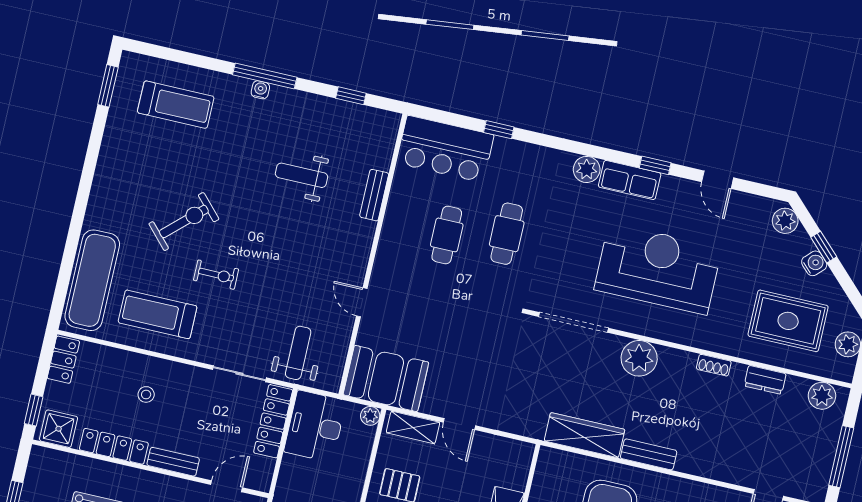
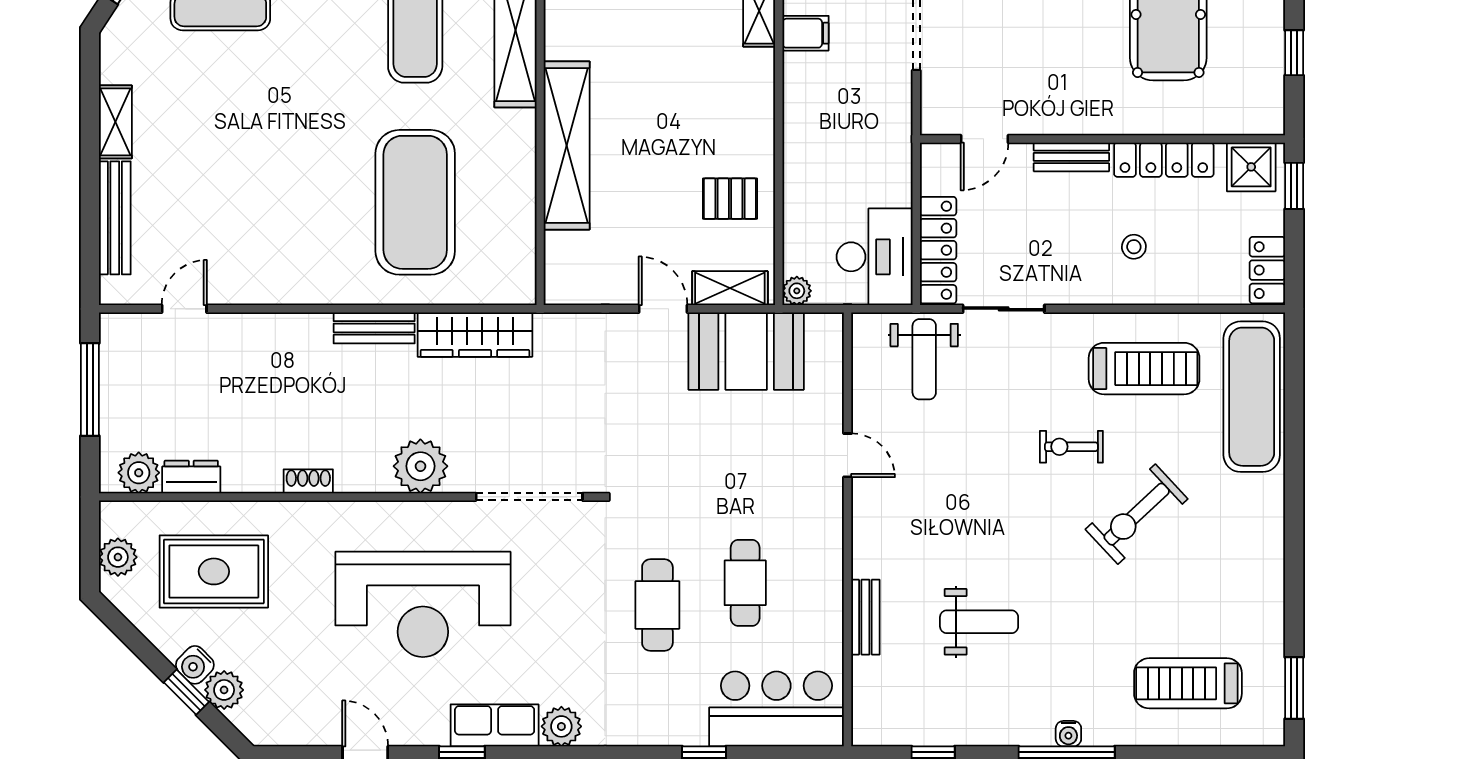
plant: (785, 221) -> (224, 690), moved
booth: (386, 378) -> (746, 351), moved
dresser: (765, 380) -> (191, 477), moved

